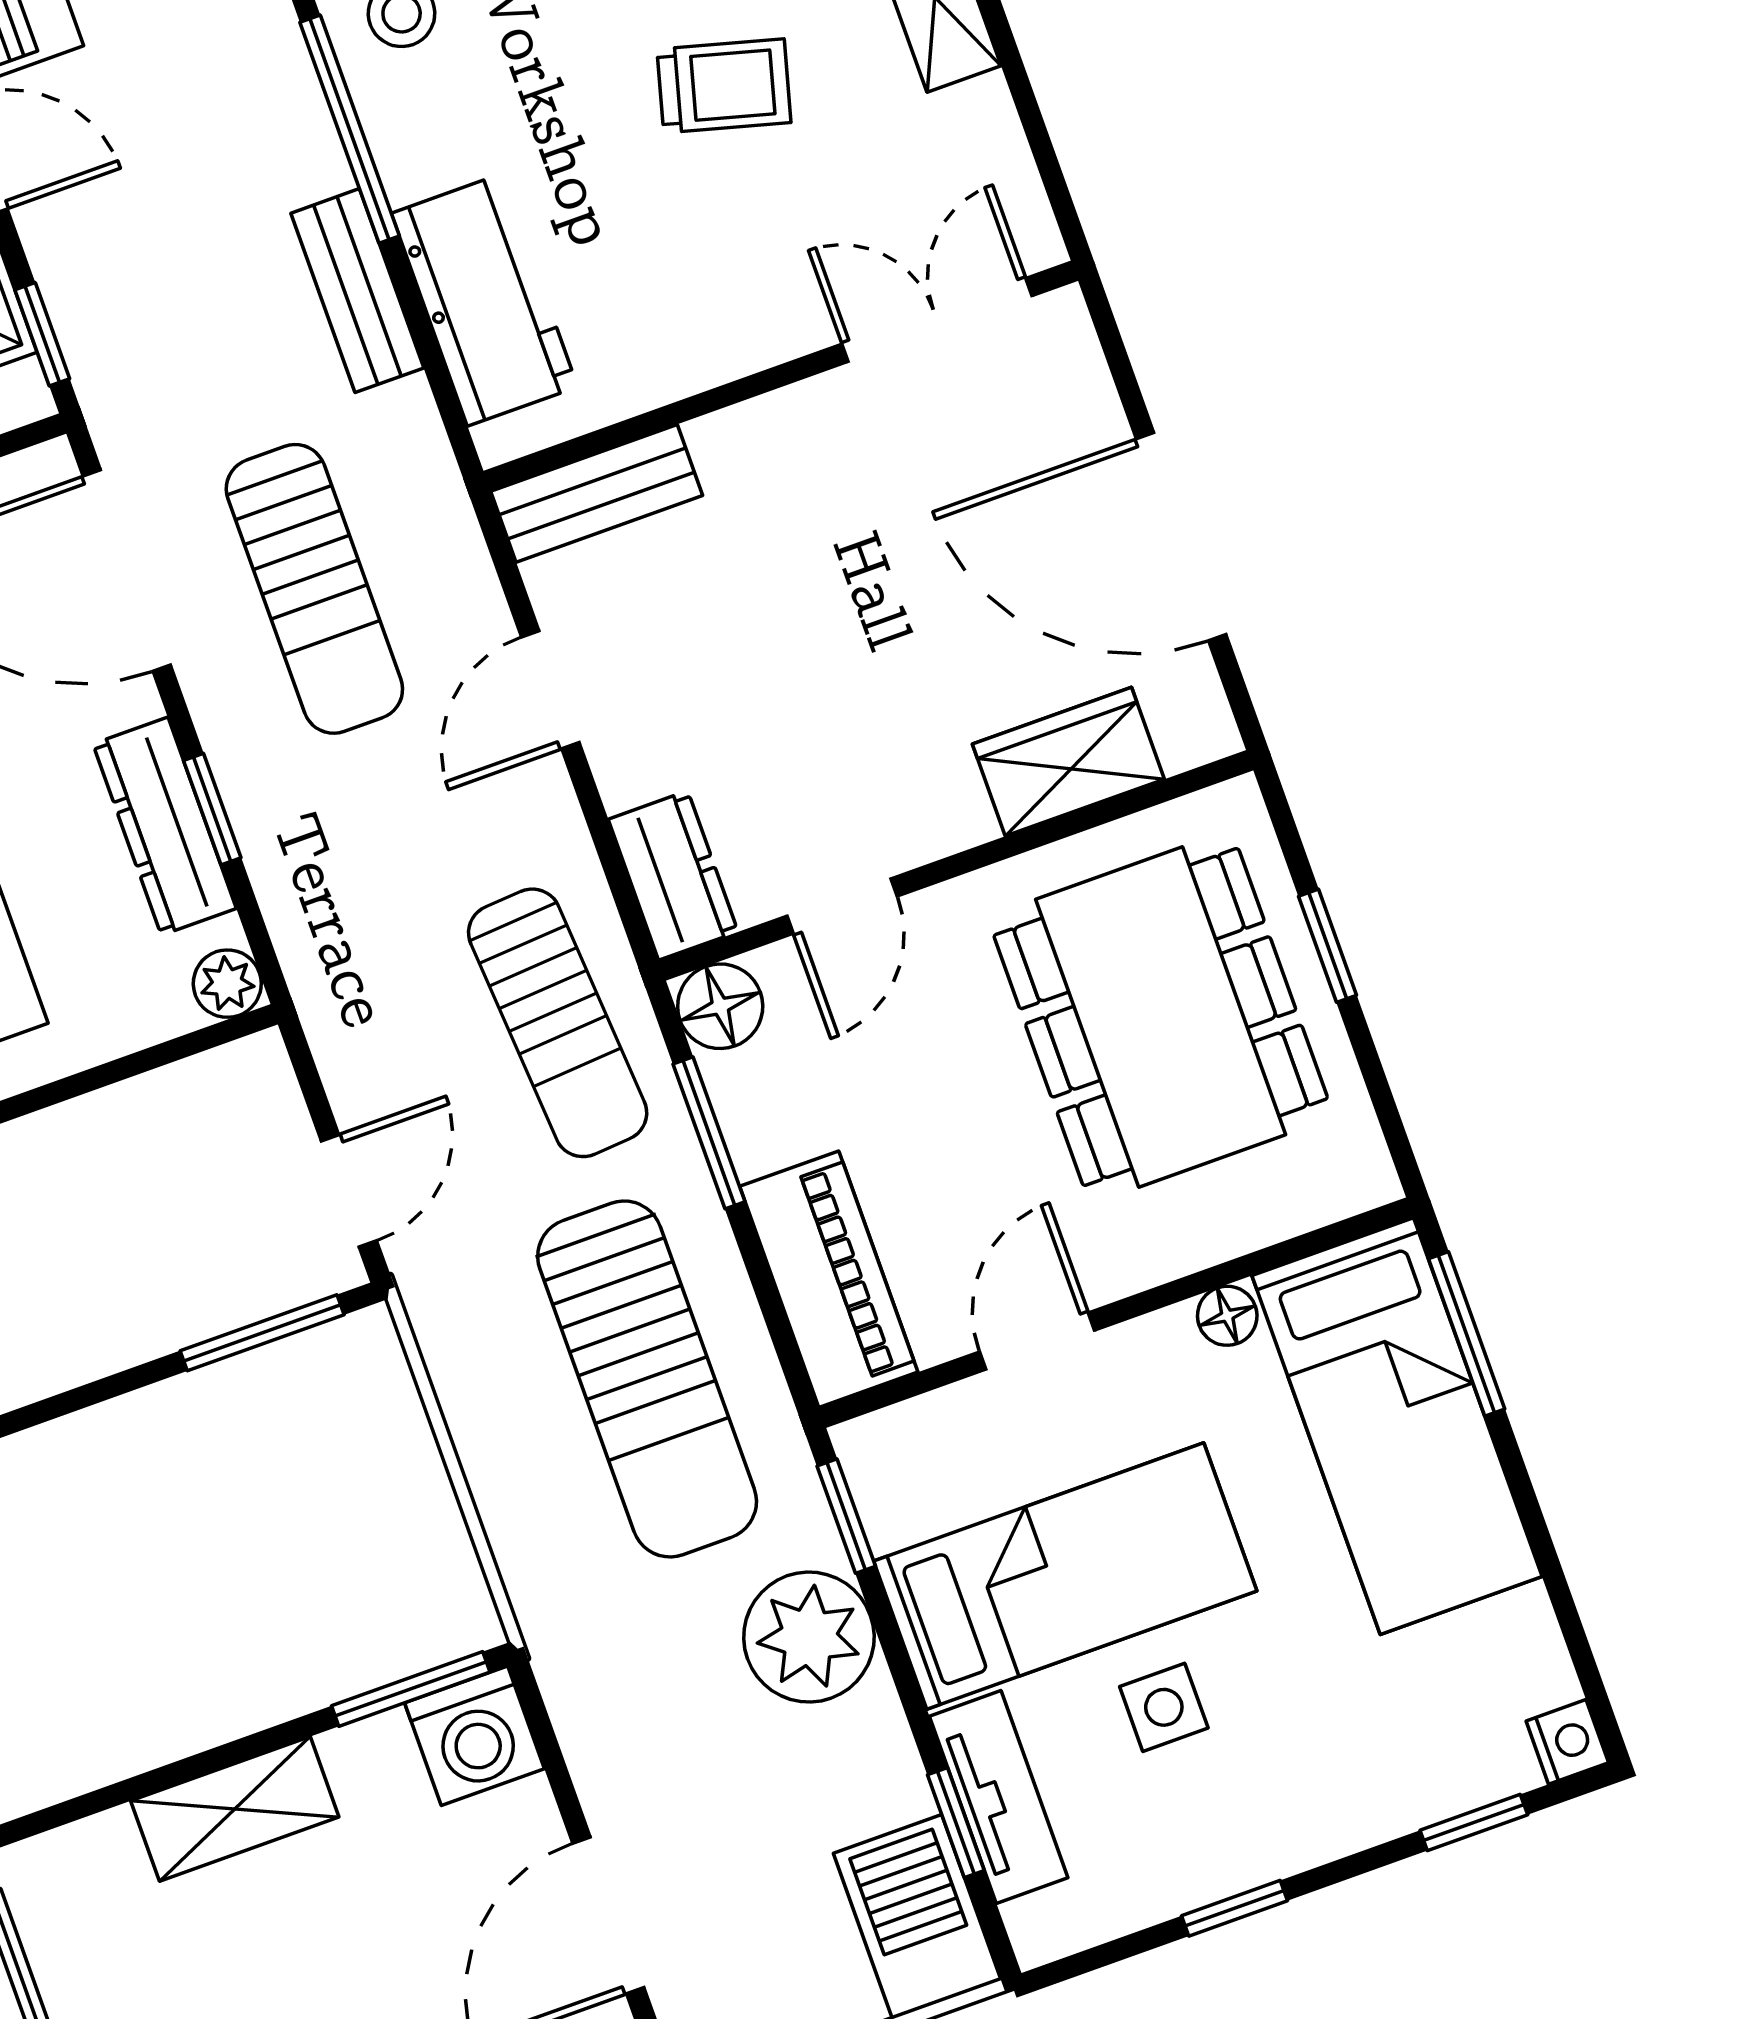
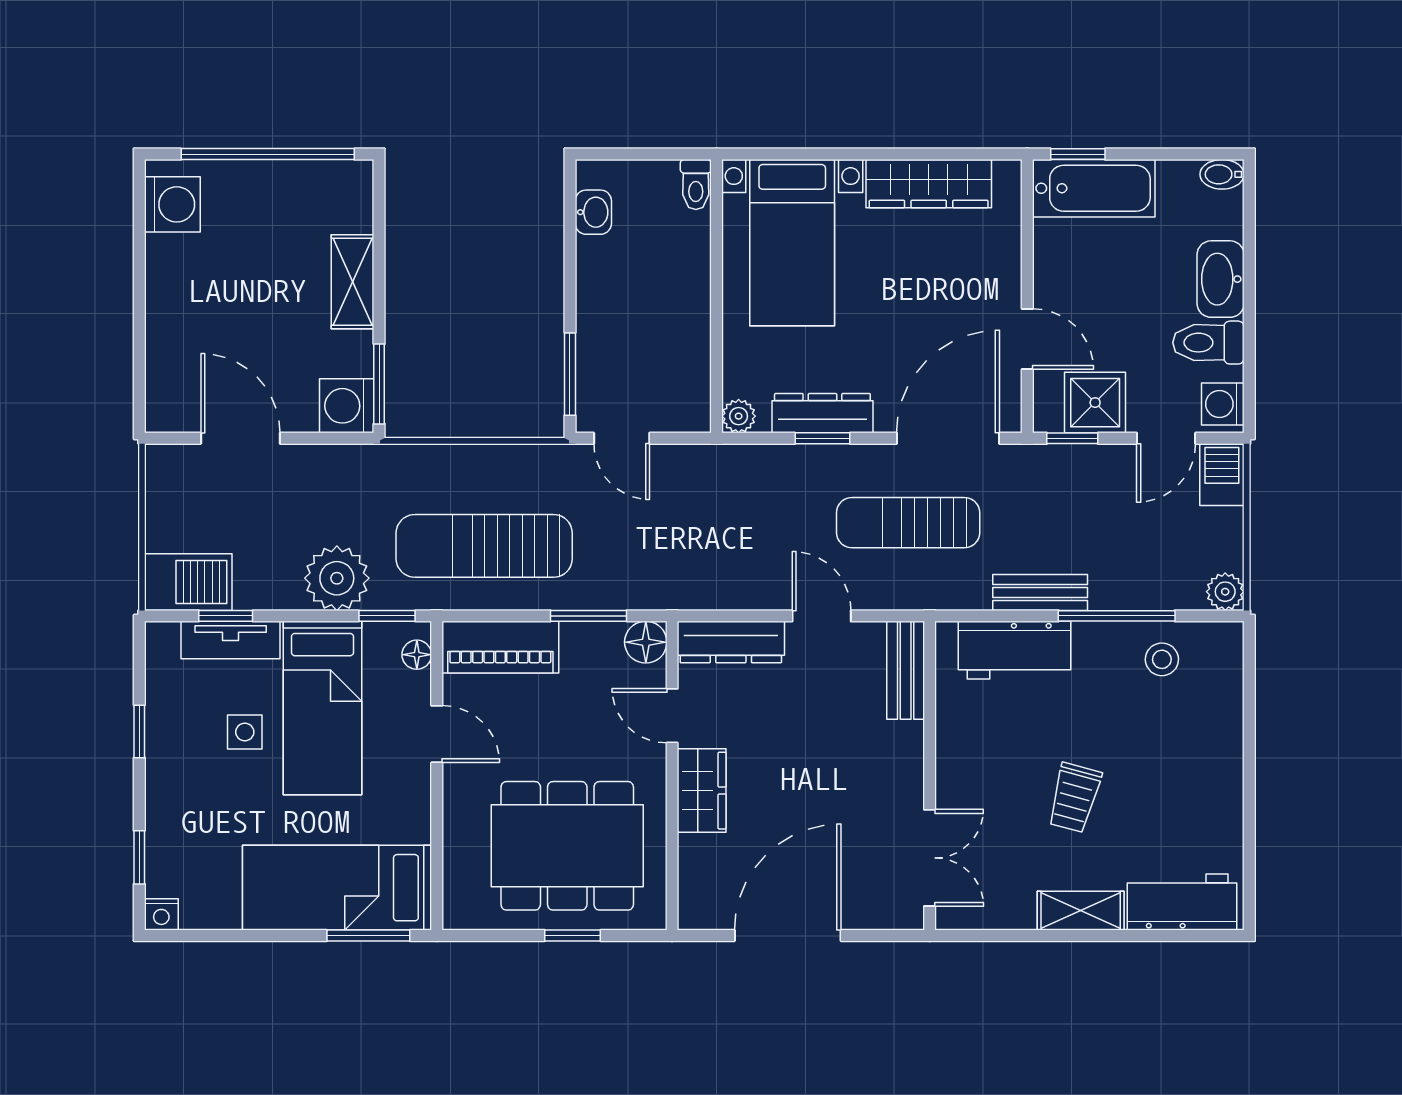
wardrobe: (1068, 762) -> (702, 791), moved
dresser: (673, 875) -> (731, 642), width x1.44
sun lounger: (558, 1023) -> (665, 564), removed
floor lamp: (1227, 1316) -> (417, 655), moved

